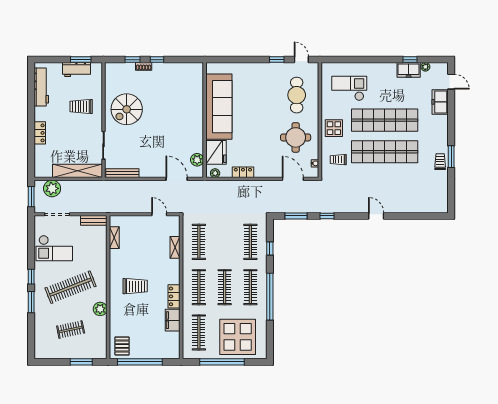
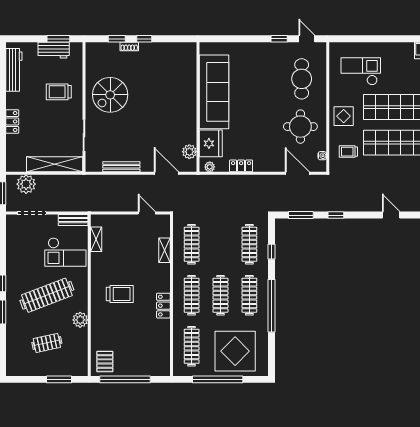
bench: (122, 173) -> (121, 167), moved
checkout: (54, 248) -> (65, 252), moved
filing cabinet: (173, 320) -> (162, 332), removed

